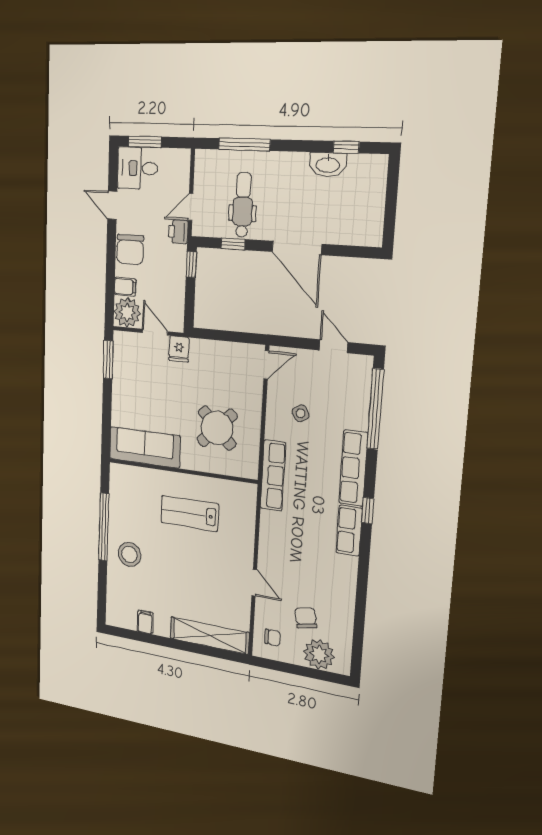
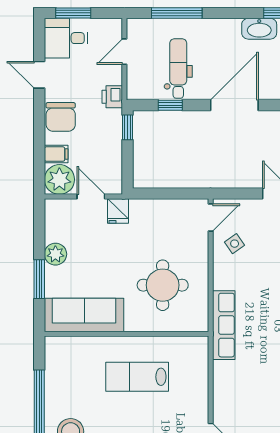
door: (191, 207) -> (124, 52), moved
door: (297, 248) -> (234, 105), swing flipped
window: (108, 360) -> (39, 279), moved
plant: (122, 385) -> (55, 254), added
side table: (301, 413) -> (235, 244), moved
round table: (217, 428) -> (163, 285), turned 45

